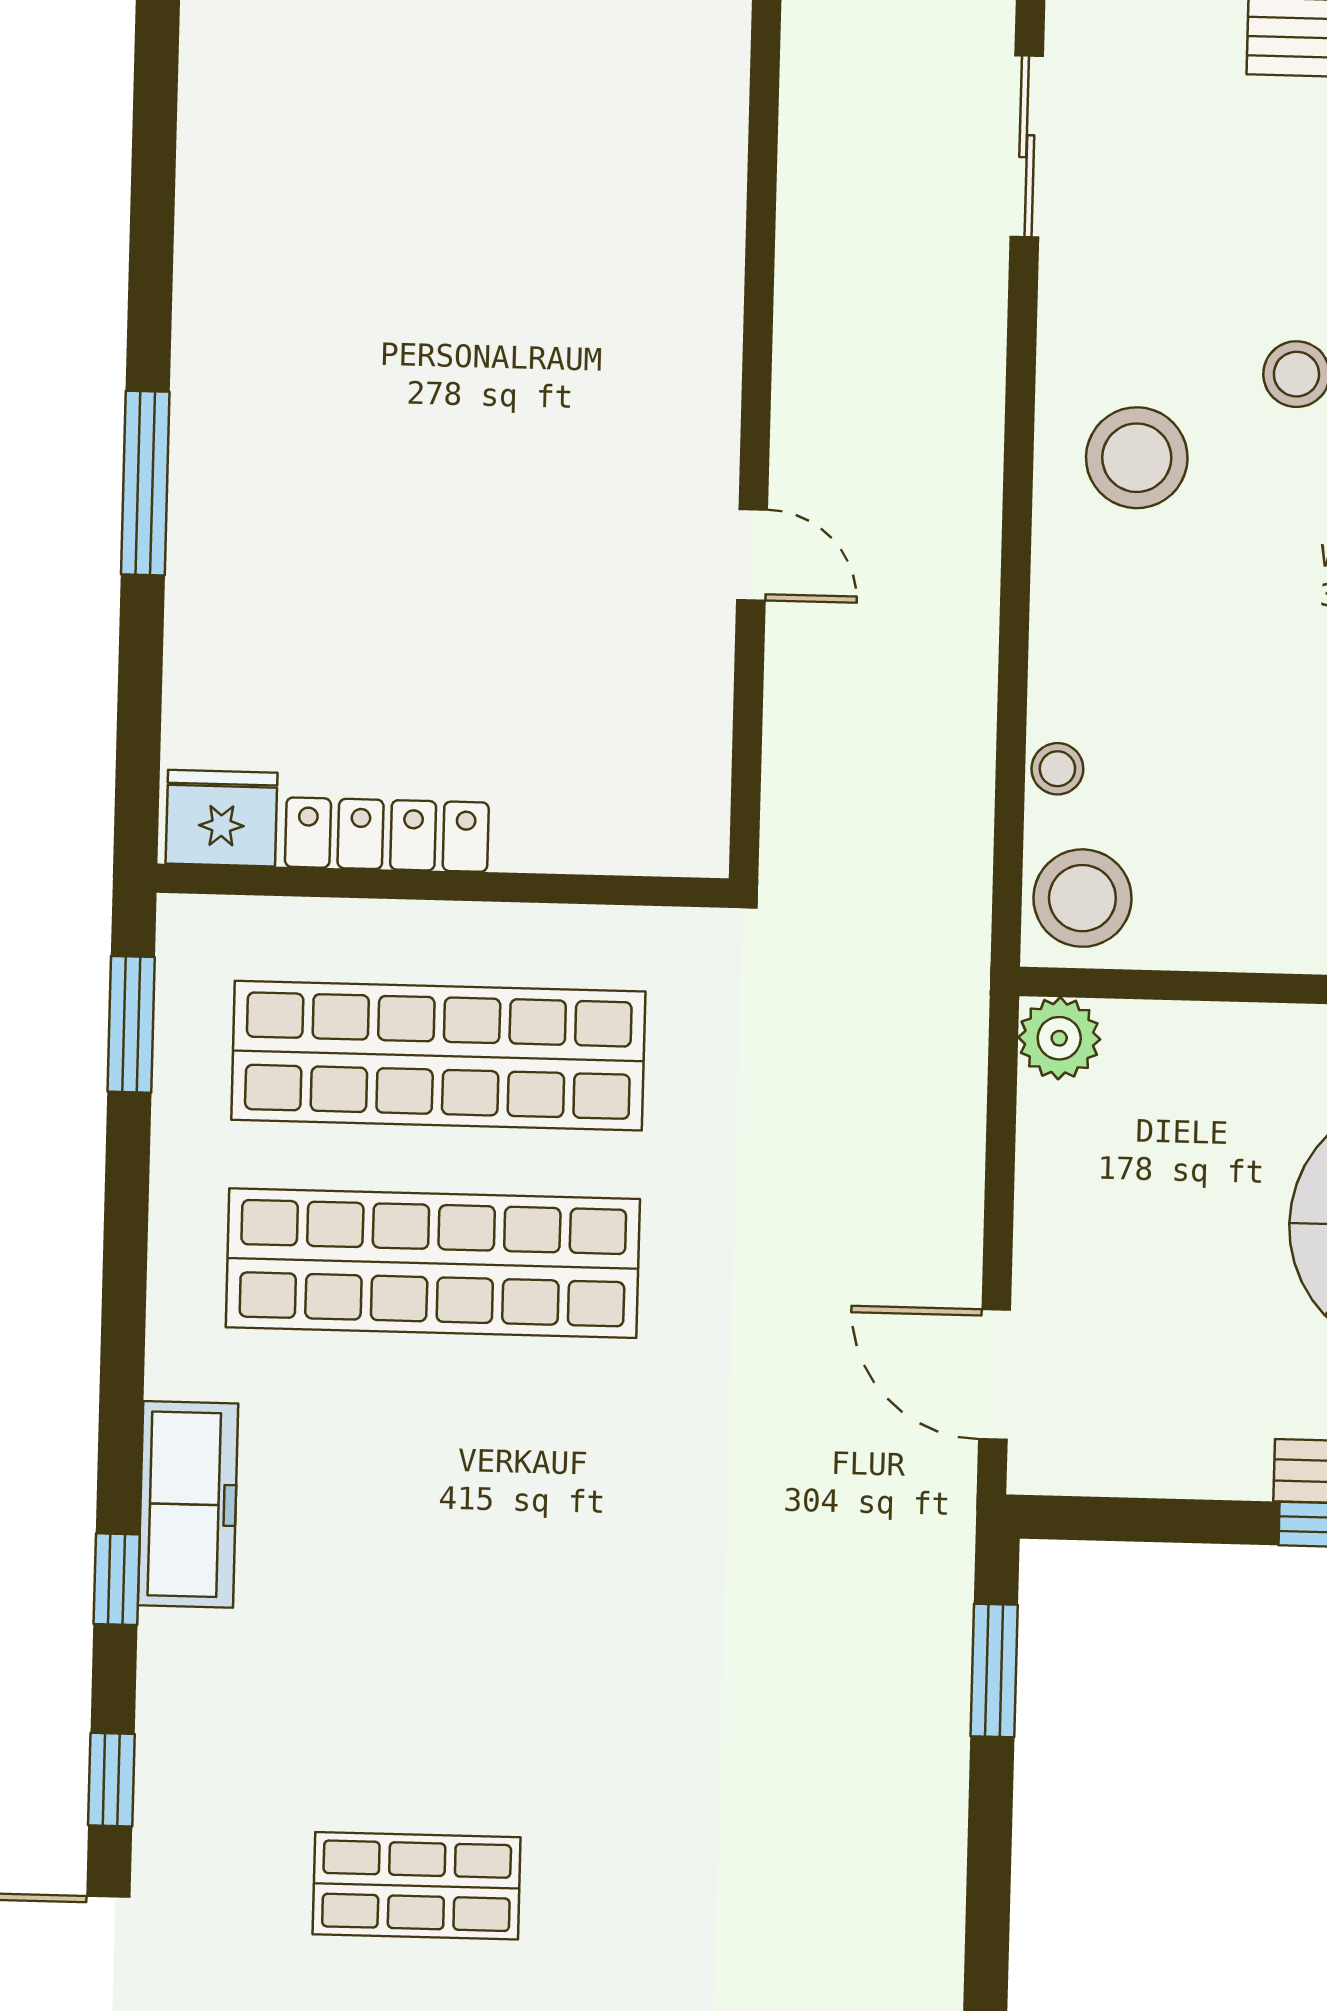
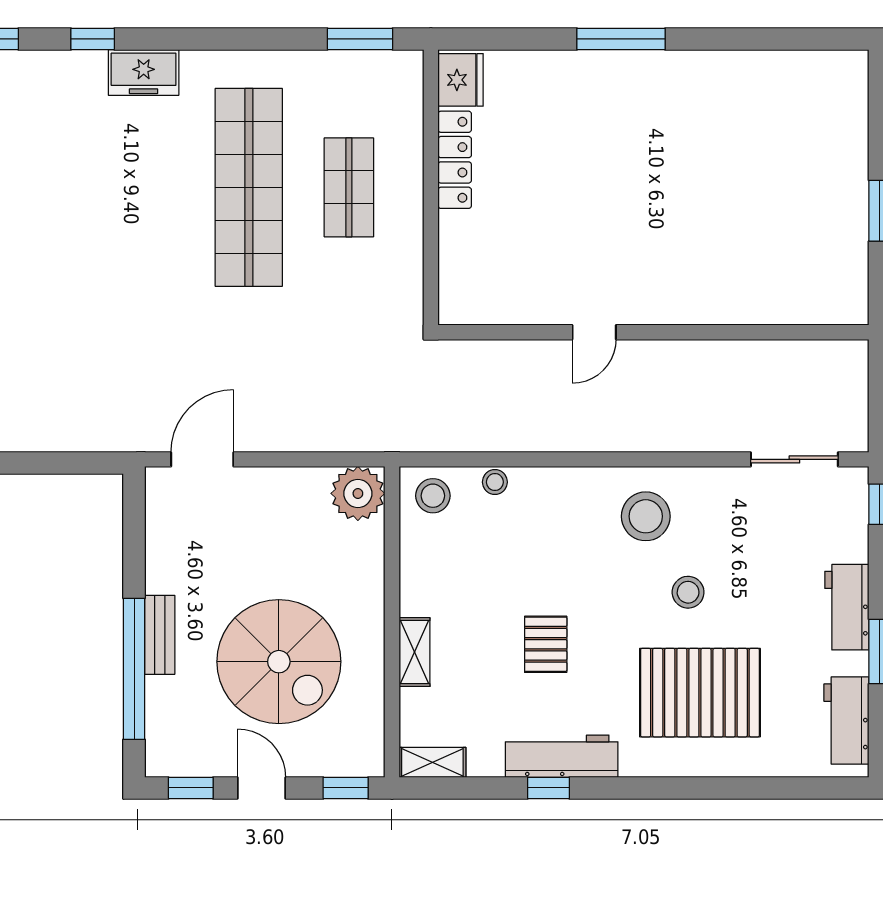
stool: (1082, 898) -> (433, 496), width x0.73, depth x0.73
plant: (1059, 1038) -> (358, 493), width x1.36, depth x1.36
shop shelf: (438, 1056) -> (349, 187), width x0.50, depth x0.74
freezer: (188, 1504) -> (144, 72), width x0.71
window: (994, 1671) -> (60, 463), removed

